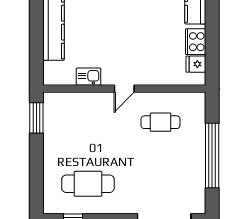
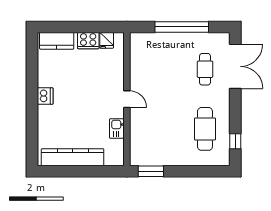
cafe table: (161, 122) -> (205, 69), moved

